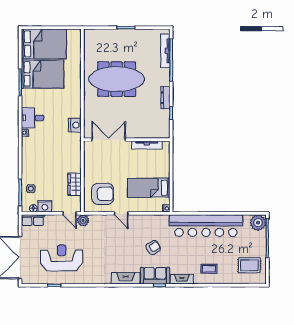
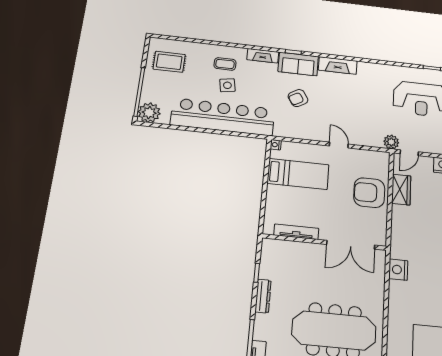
armchair: (103, 194) -> (369, 193), moved
door: (70, 213) -> (409, 153), swing flipped
side table: (205, 251) -> (227, 85), added

